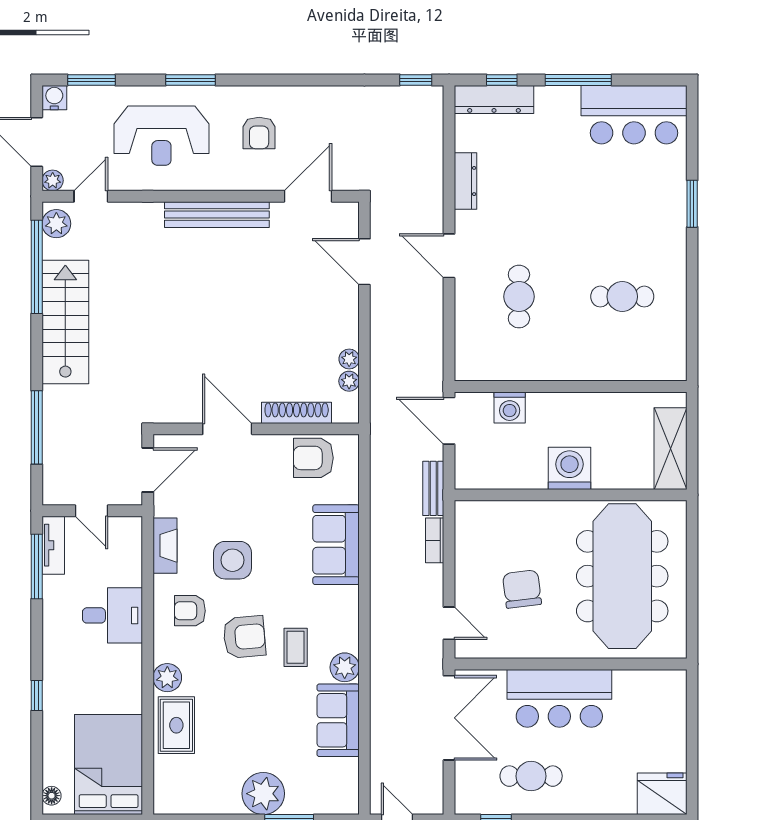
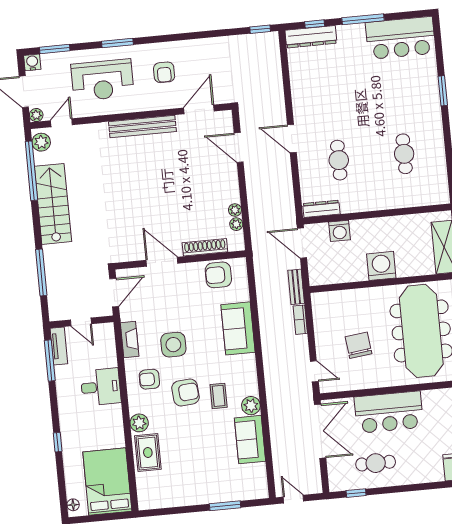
dresser: (465, 181) -> (321, 209), moved, turned -90
cafe table: (622, 297) -> (404, 154), turned 90
plant: (263, 794) -> (207, 491), removed

